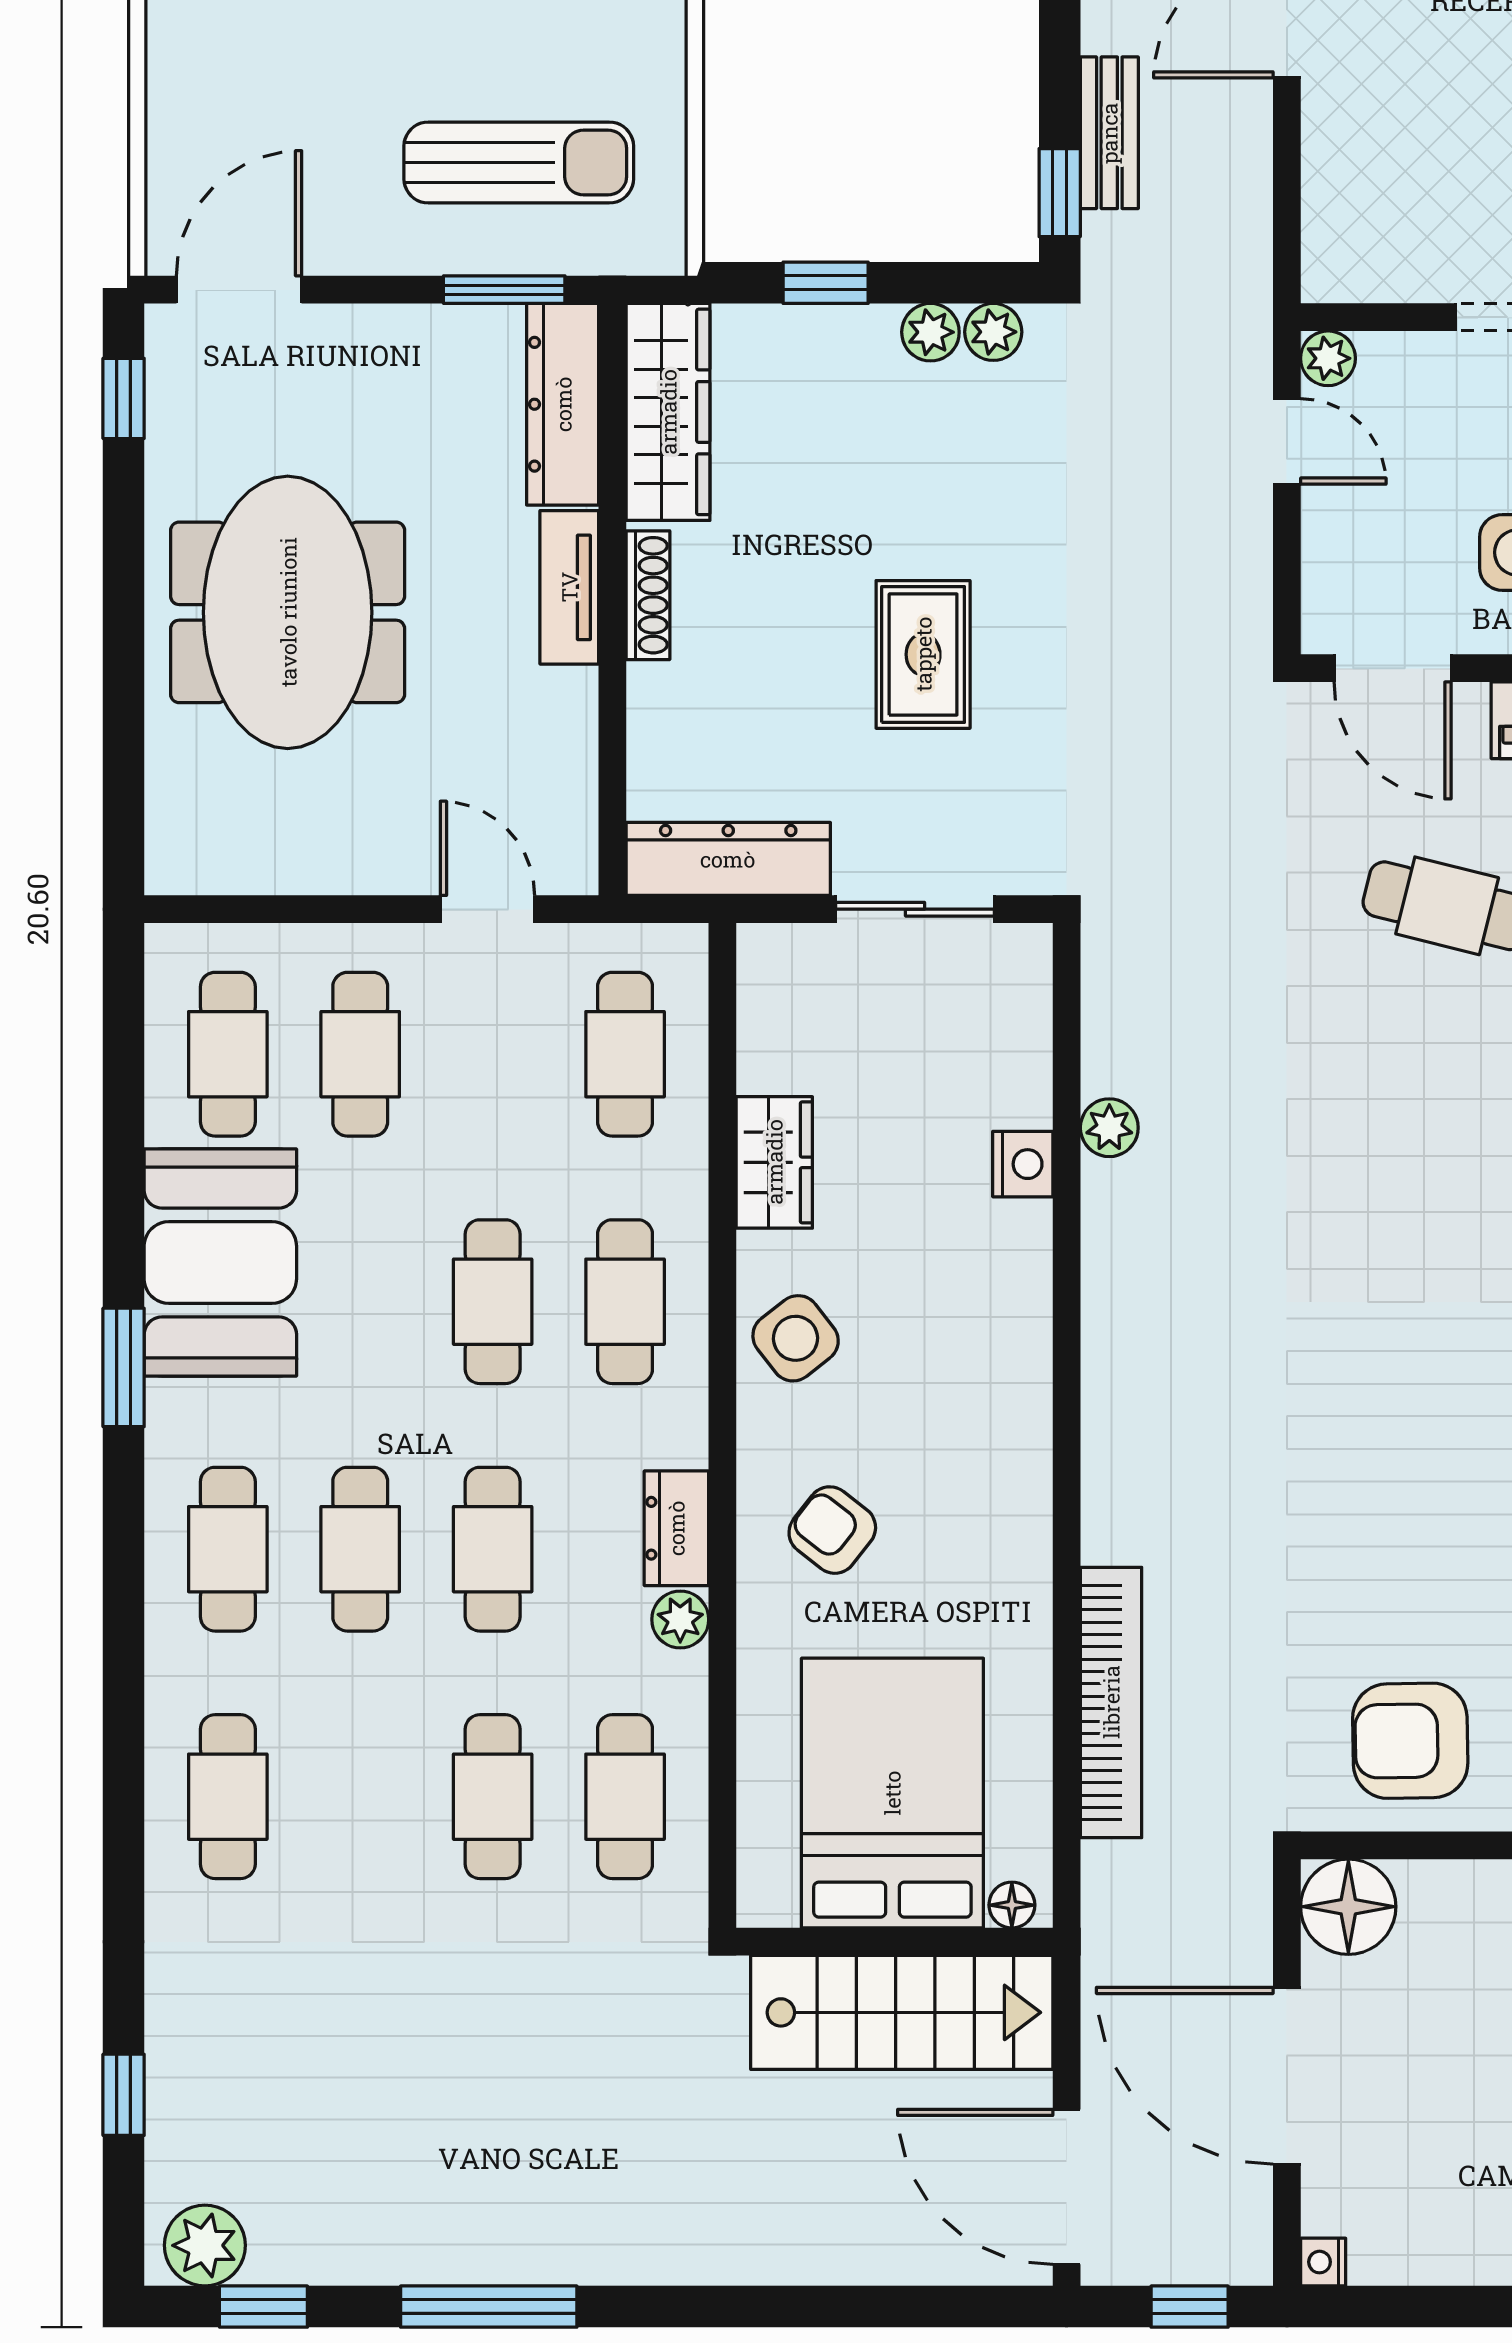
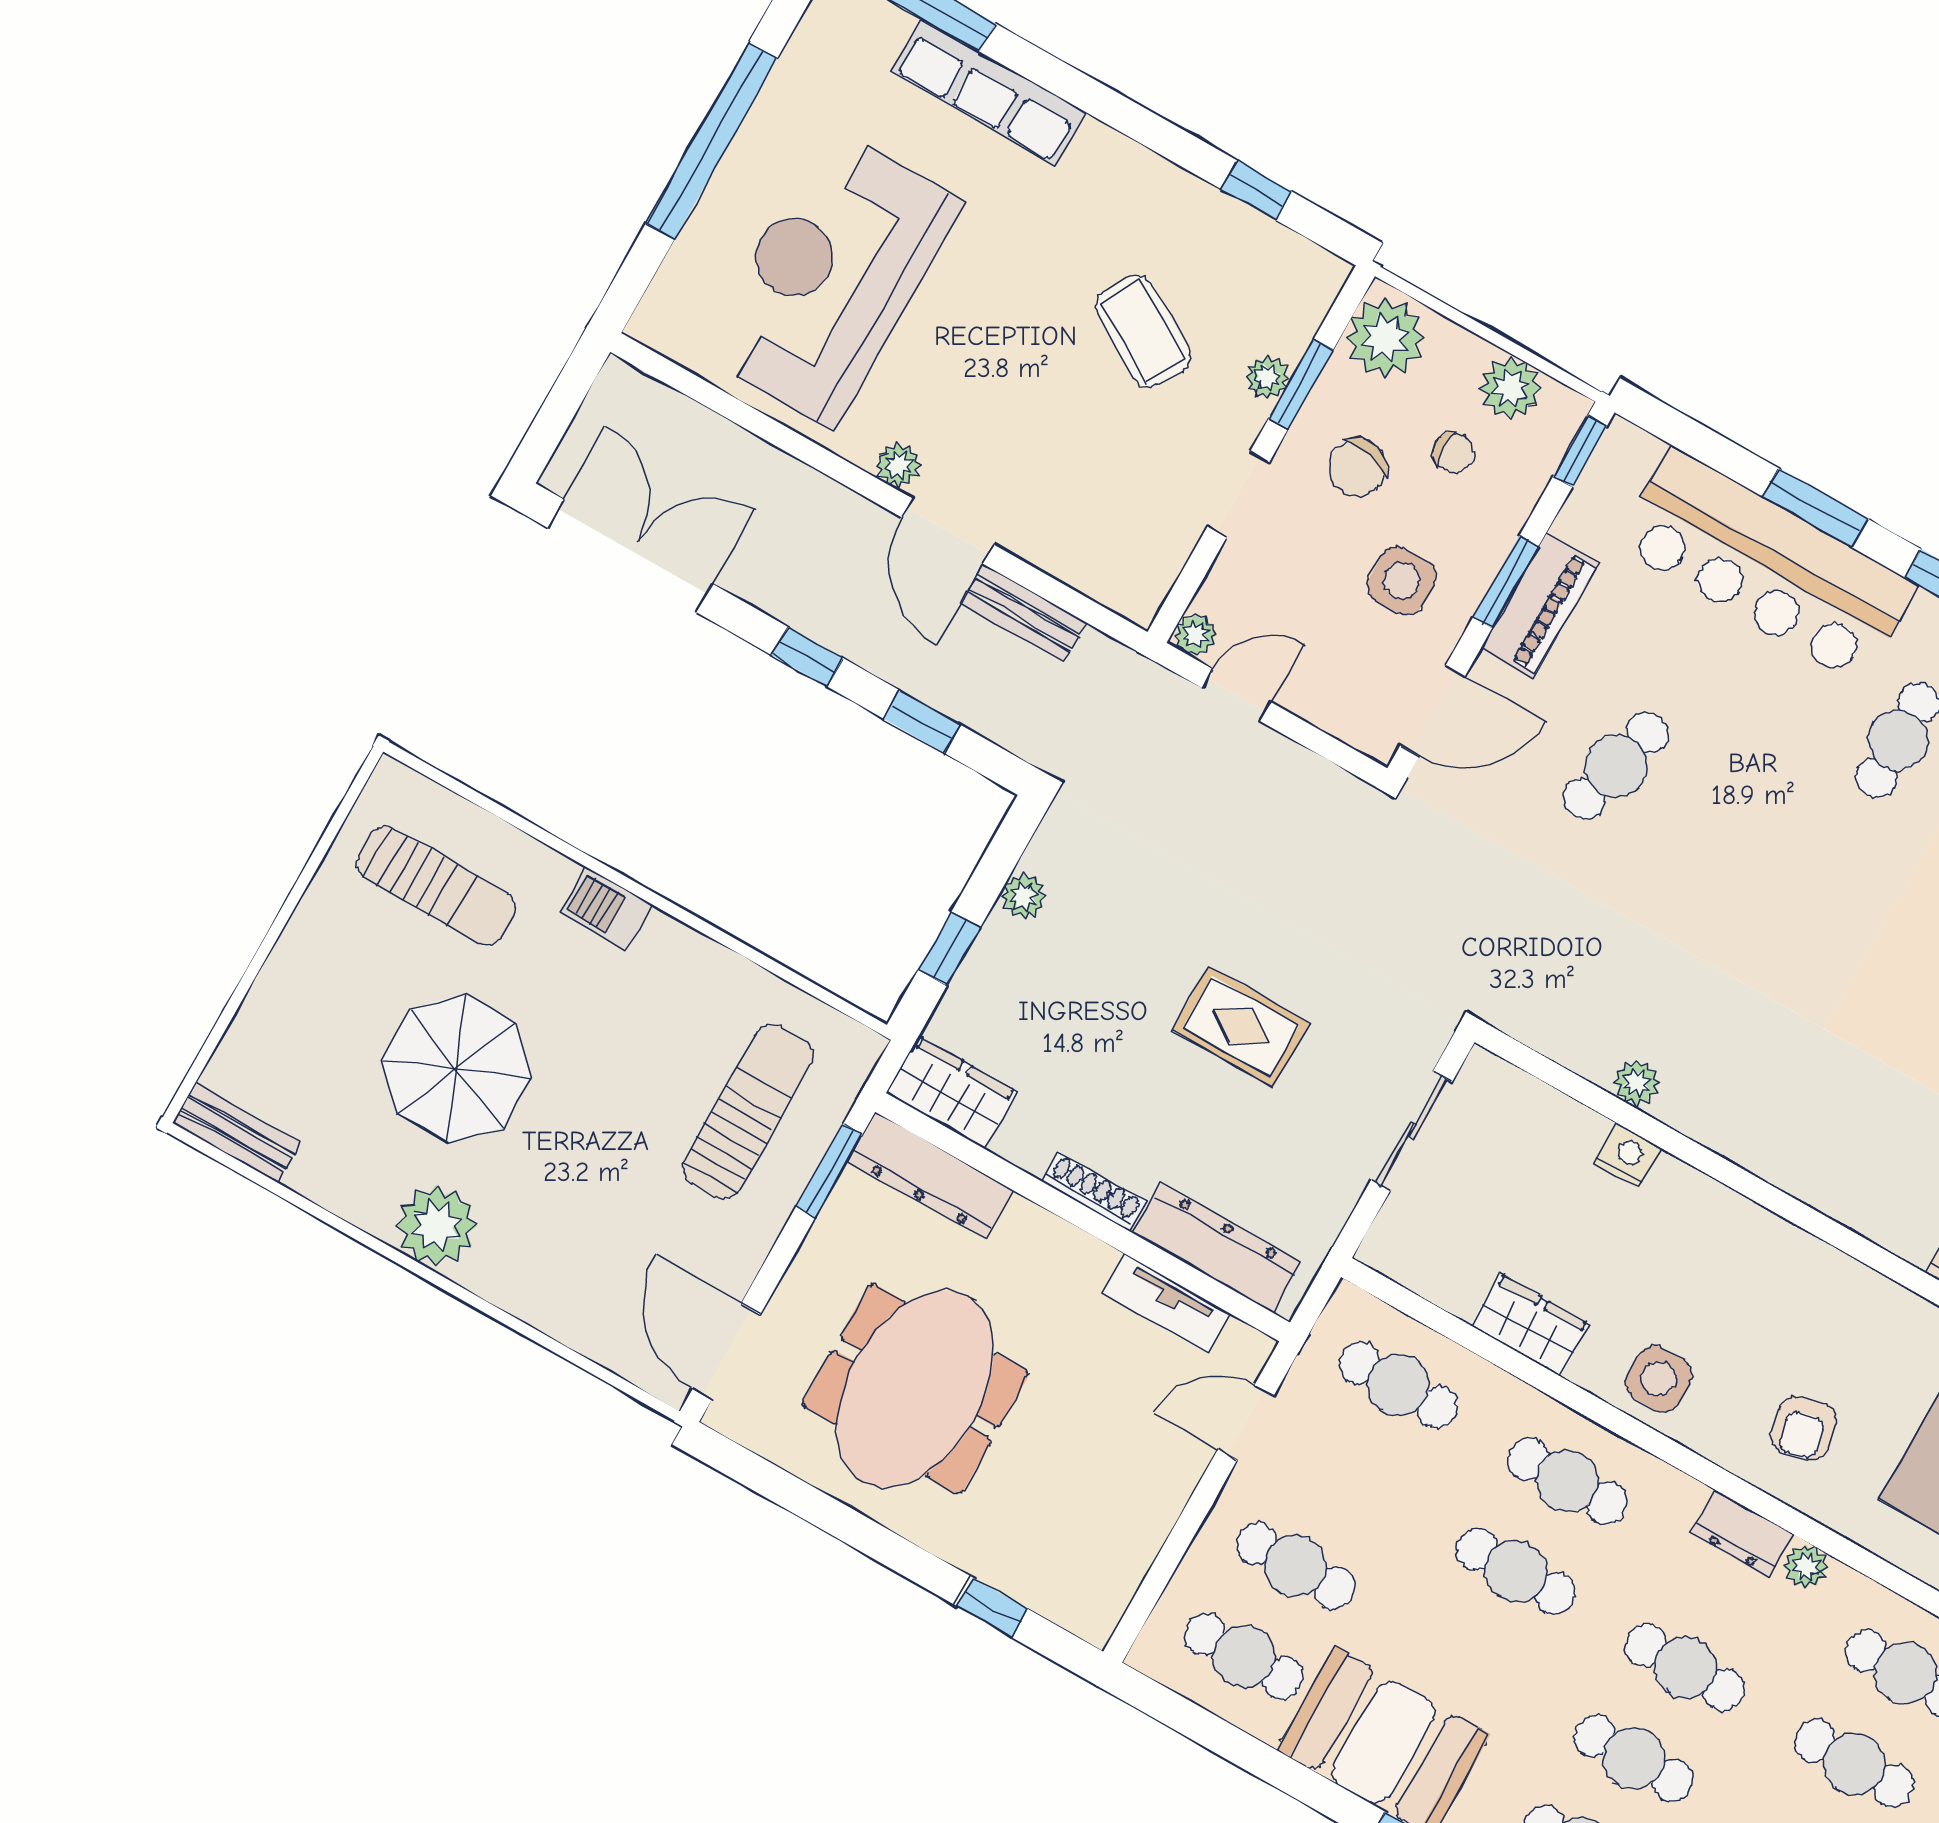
bench: (1109, 133) -> (1024, 613), moved
window: (1060, 193) -> (922, 722), moved
plant: (993, 332) -> (1048, 853), removed
window: (124, 398) -> (992, 1607), moved
wardrobe: (668, 412) -> (952, 1092), width x0.67
tv unit: (569, 587) -> (1166, 1304), moved
meeting table: (288, 612) -> (915, 1389), moved, turned 90
dresser: (728, 859) -> (1217, 1248), moved, turned 90
side table: (796, 1338) -> (1658, 1379), turned 38
armchair: (832, 1530) -> (1804, 1428), turned -51

